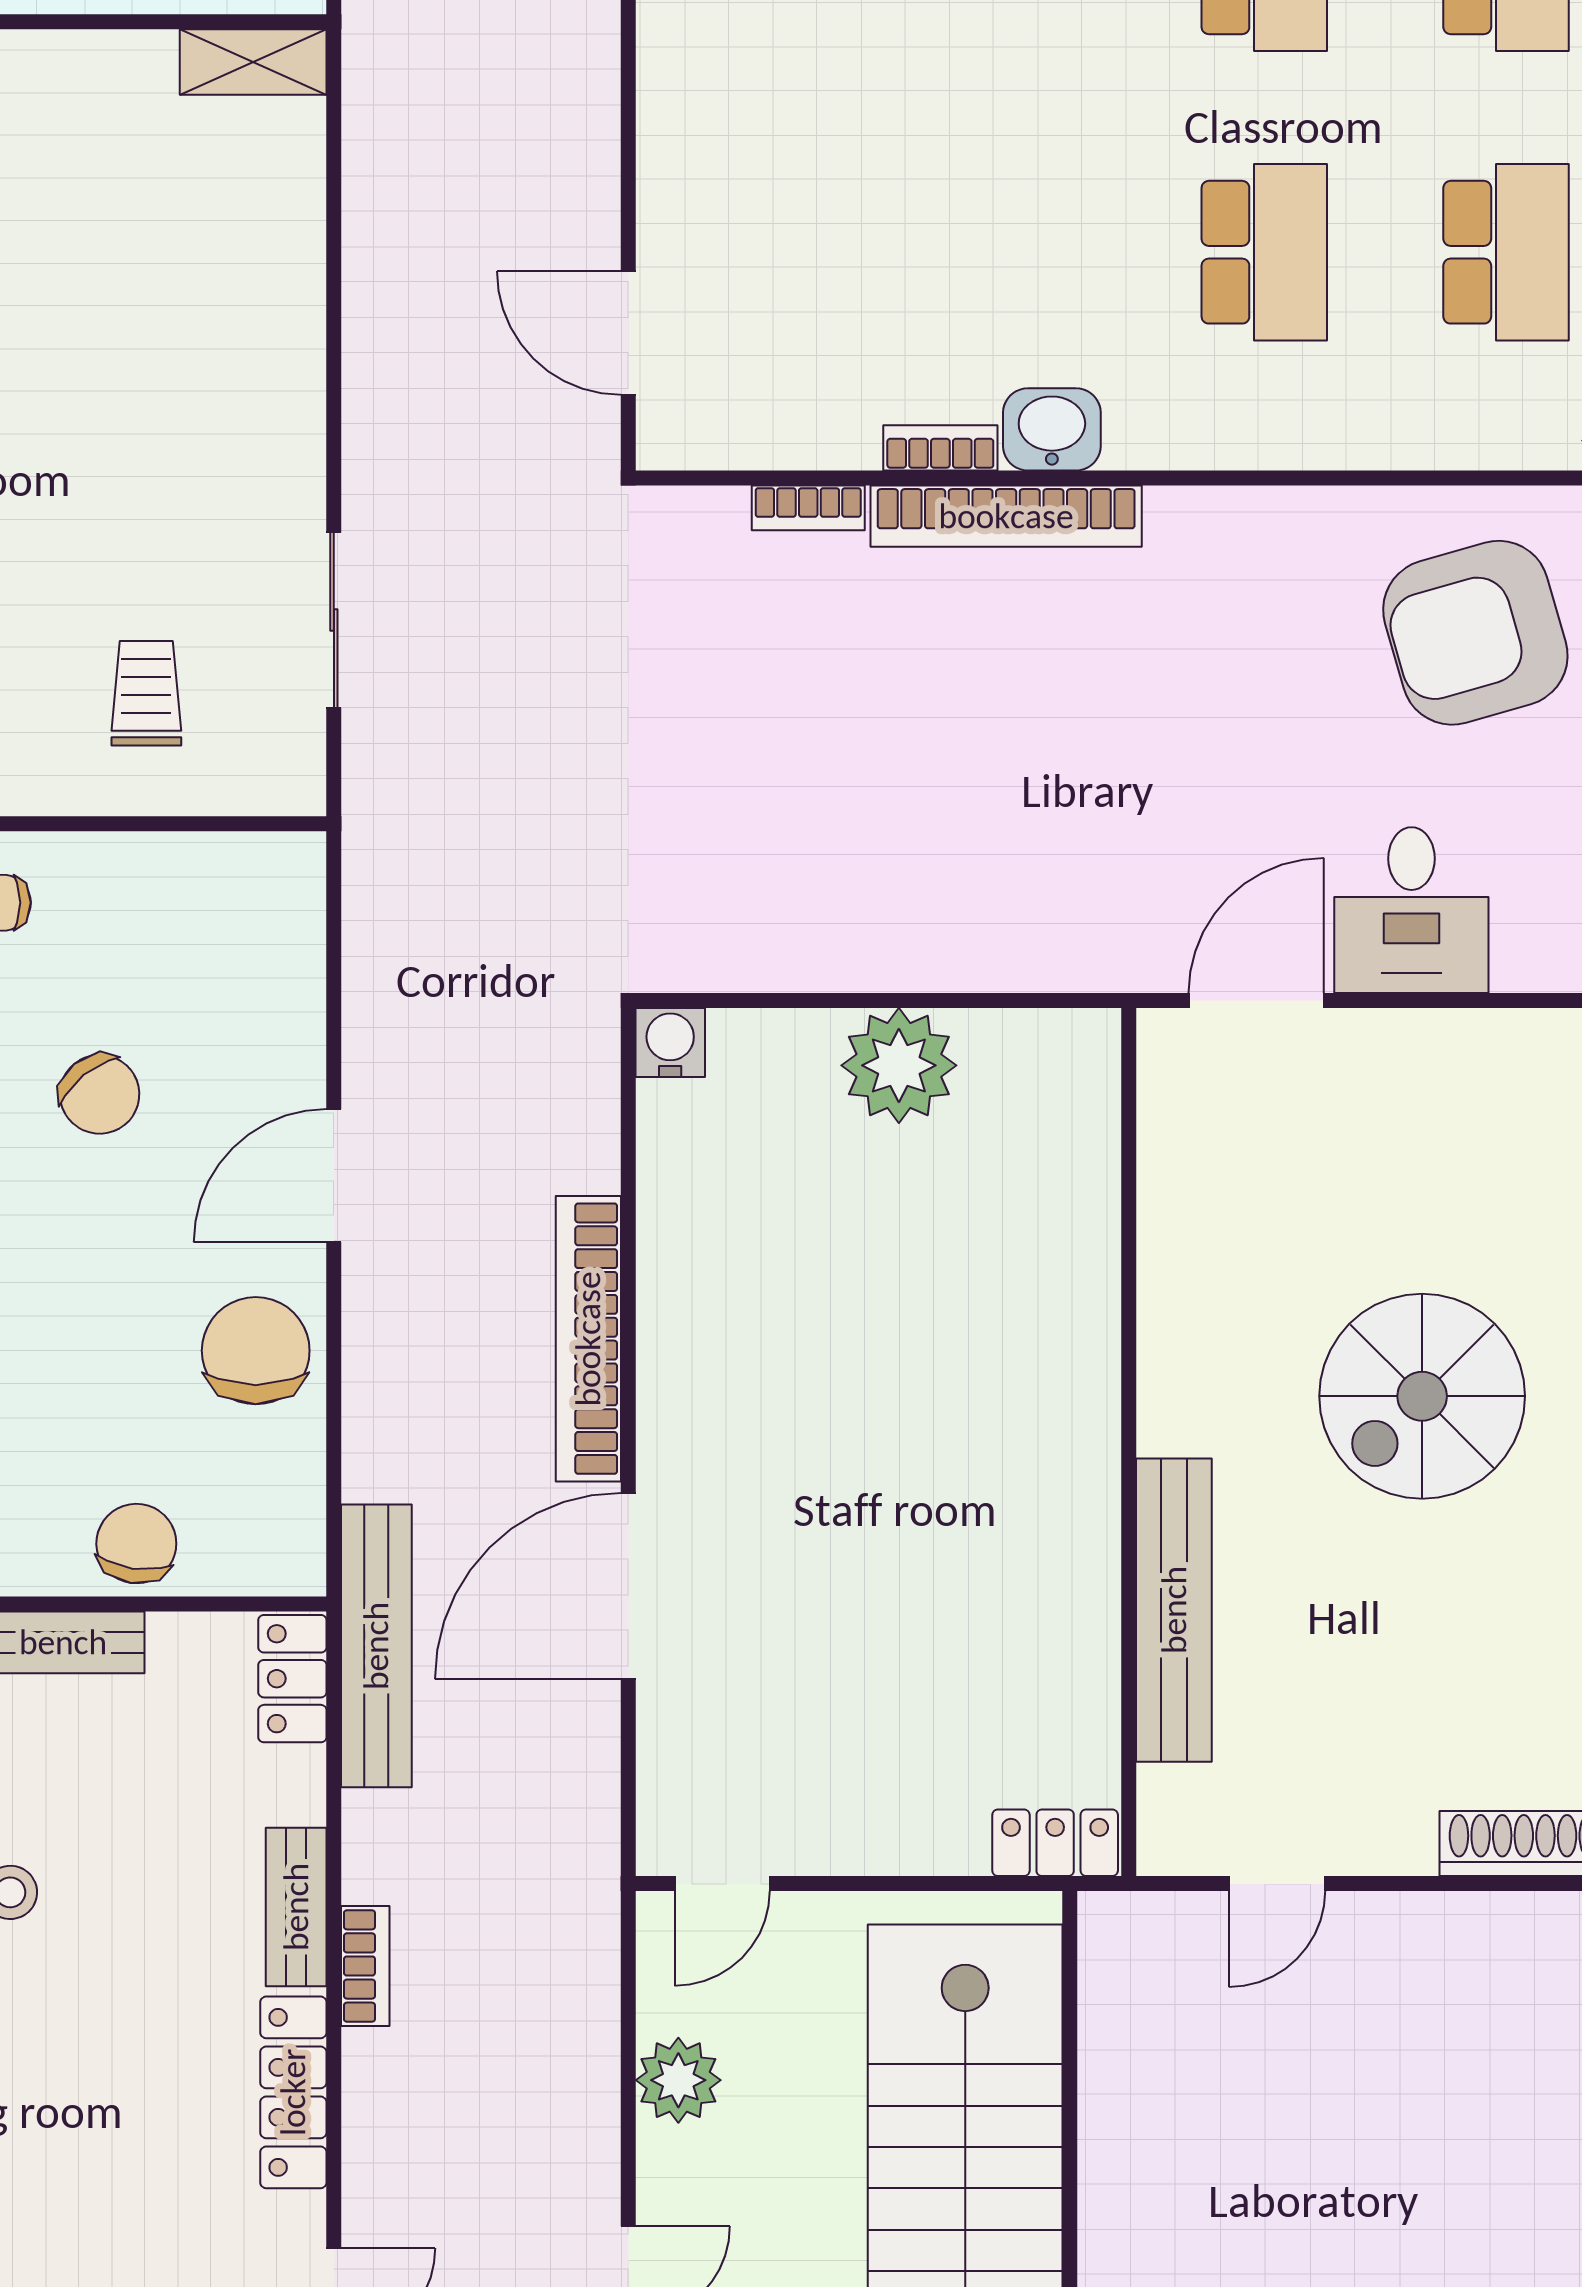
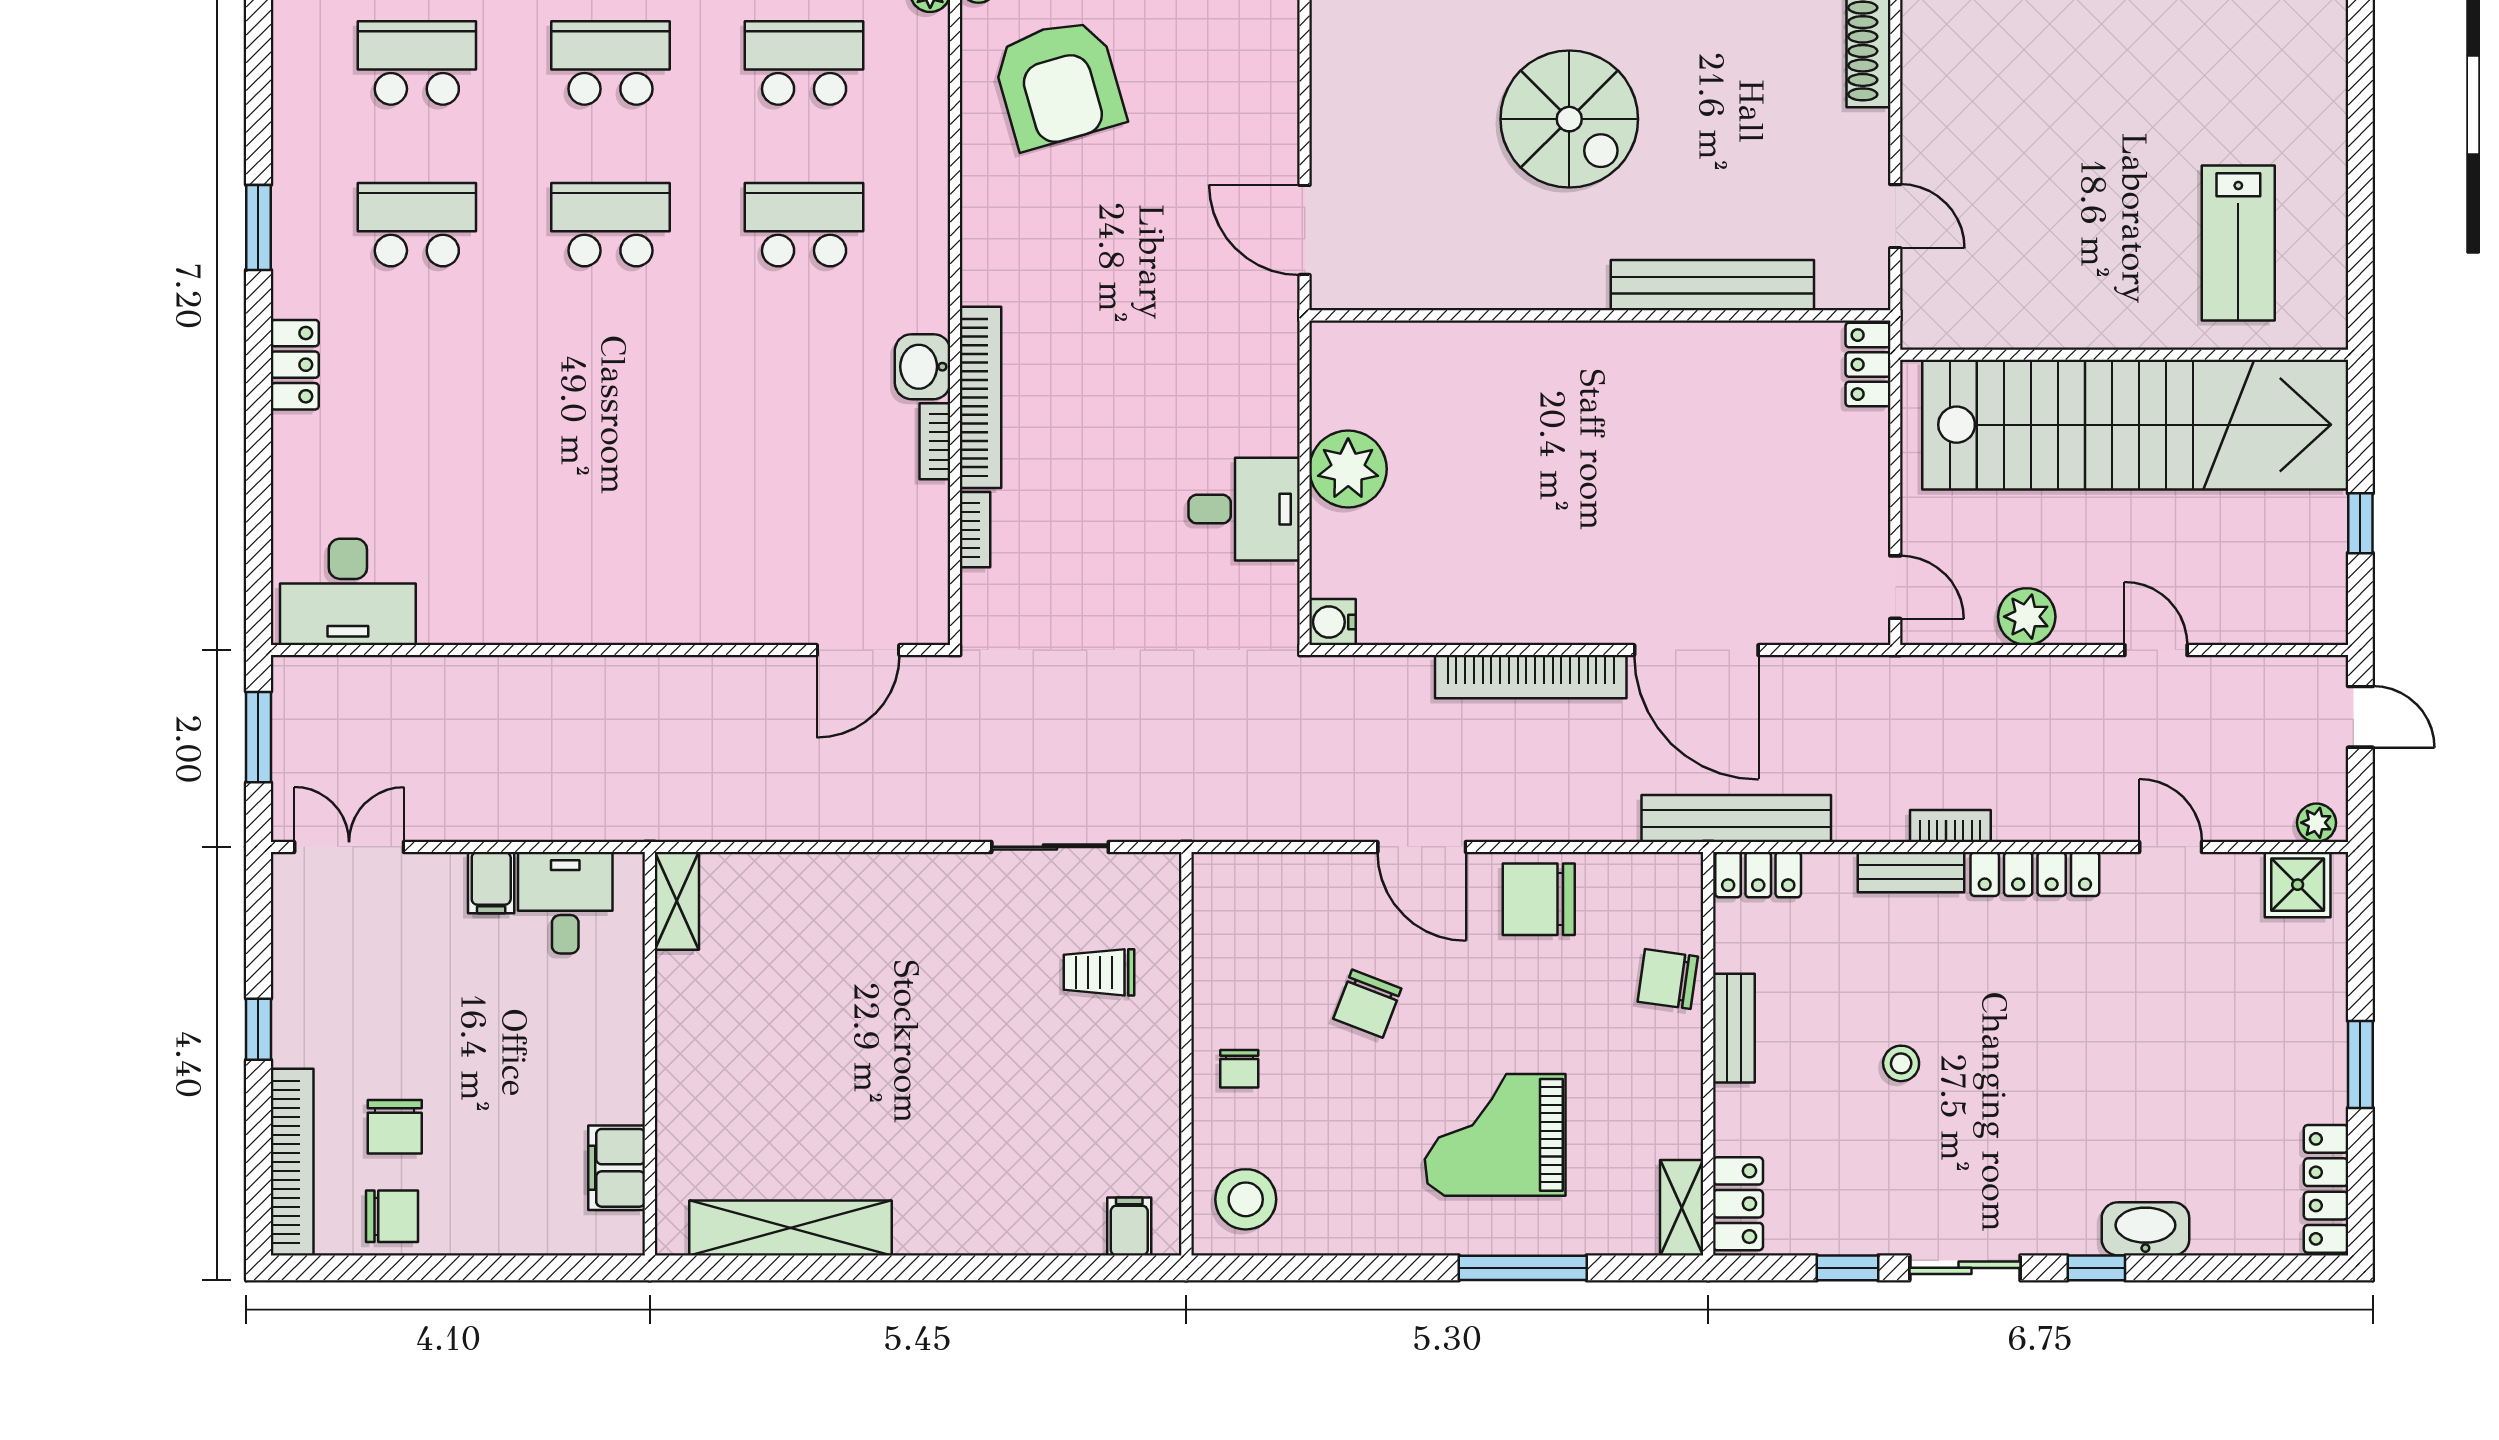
desk: (1411, 910) -> (1244, 509), moved
chair: (100, 1094) -> (1367, 1004), turned 150

